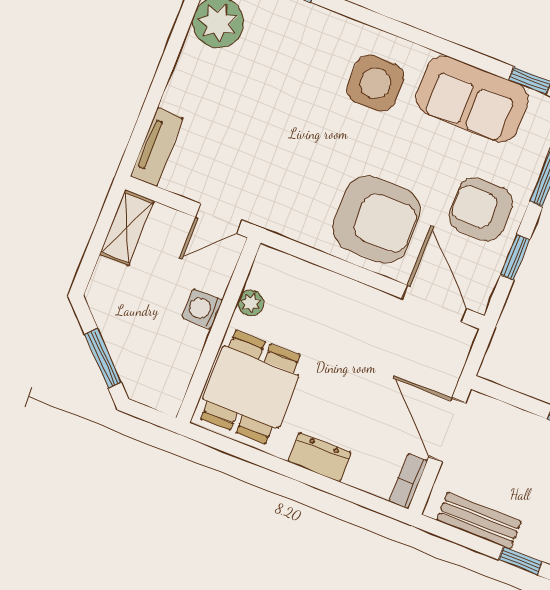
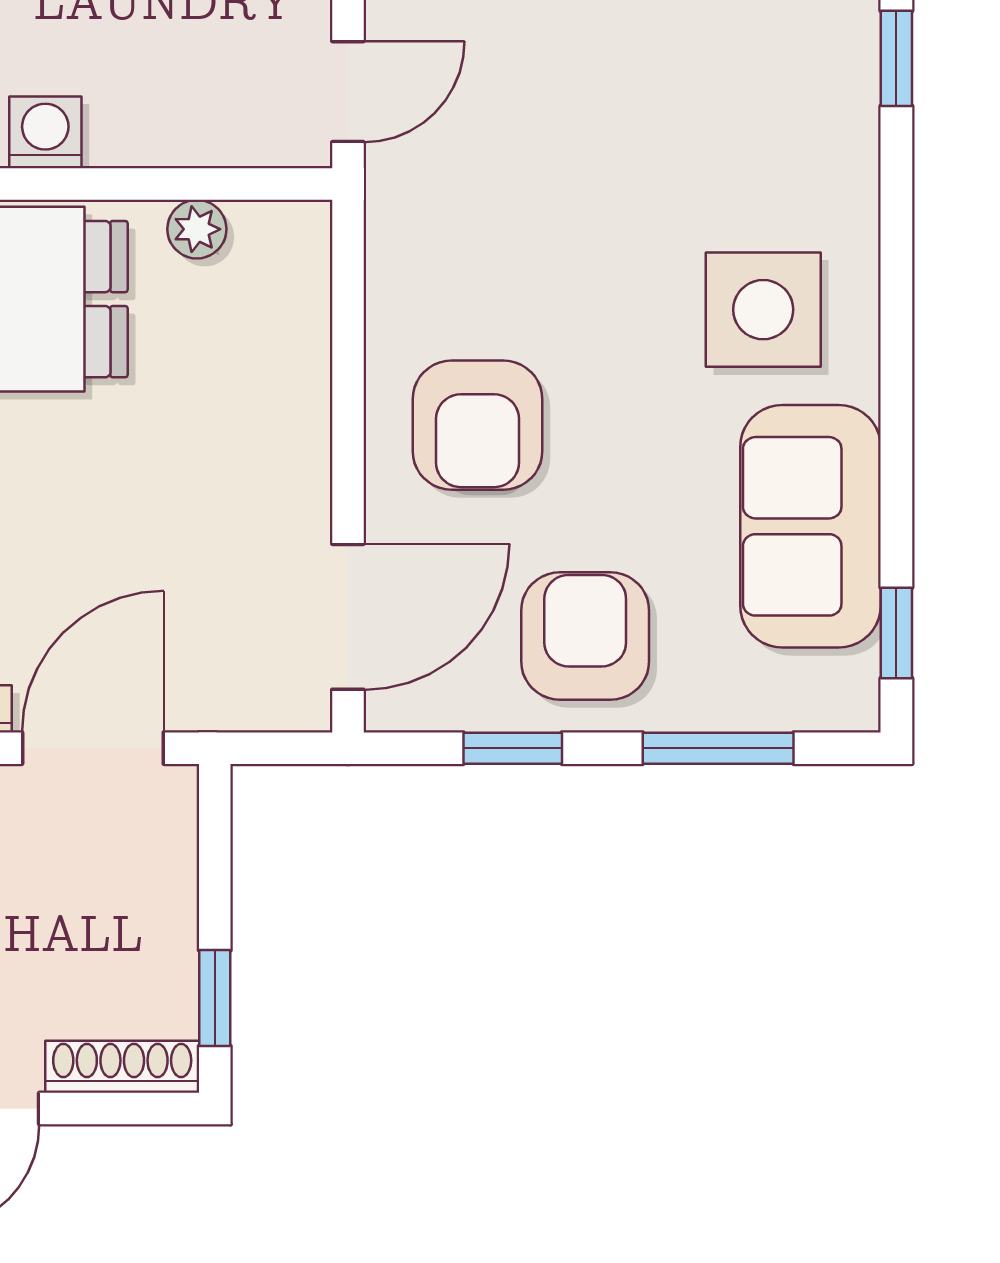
door: (219, 219) -> (348, 92), swing flipped
armchair: (377, 219) -> (477, 425), width x0.73, depth x0.73
washing machine: (202, 309) -> (45, 132), moved

